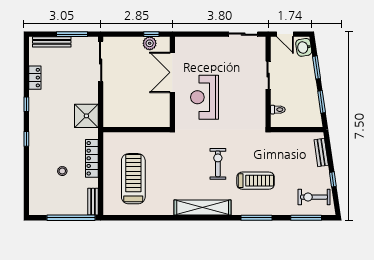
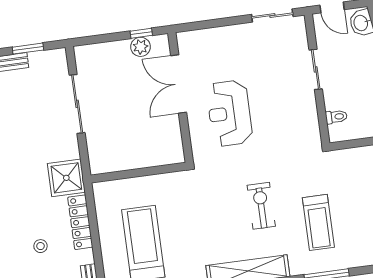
window: (72, 34) -> (28, 49), width x0.69
sliding door: (101, 62) -> (77, 104), moved
shower: (86, 116) -> (66, 178), moved
treadmill: (256, 181) -> (318, 222), turned 90

